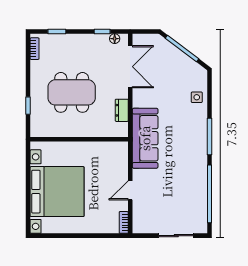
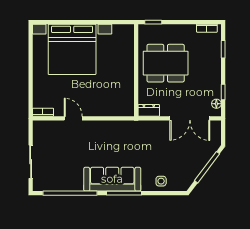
dining table: (72, 92) -> (166, 63), turned 90
sofa: (145, 138) -> (112, 179), moved, turned 180
wall: (79, 139) -> (136, 70), moved

